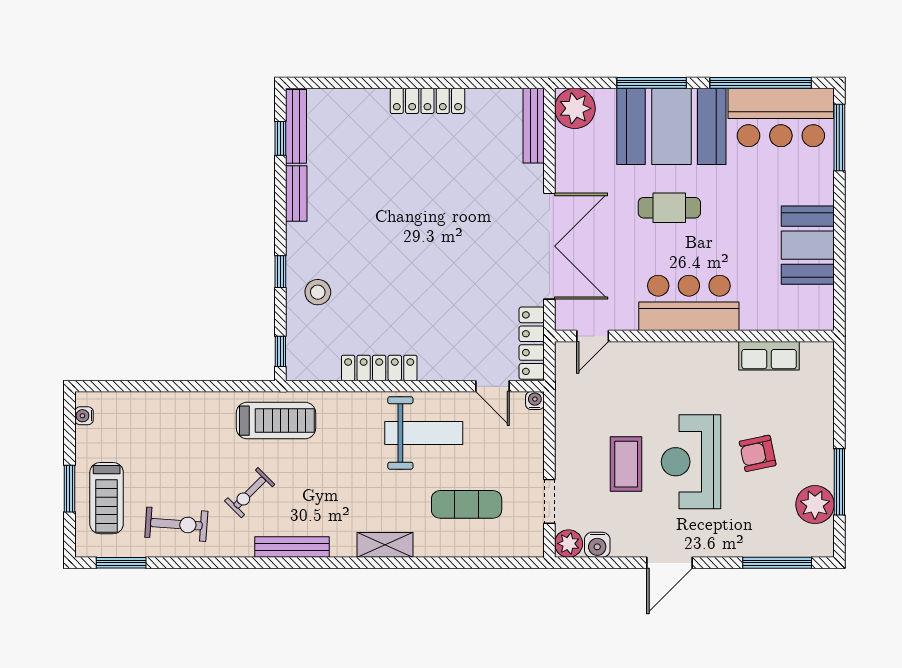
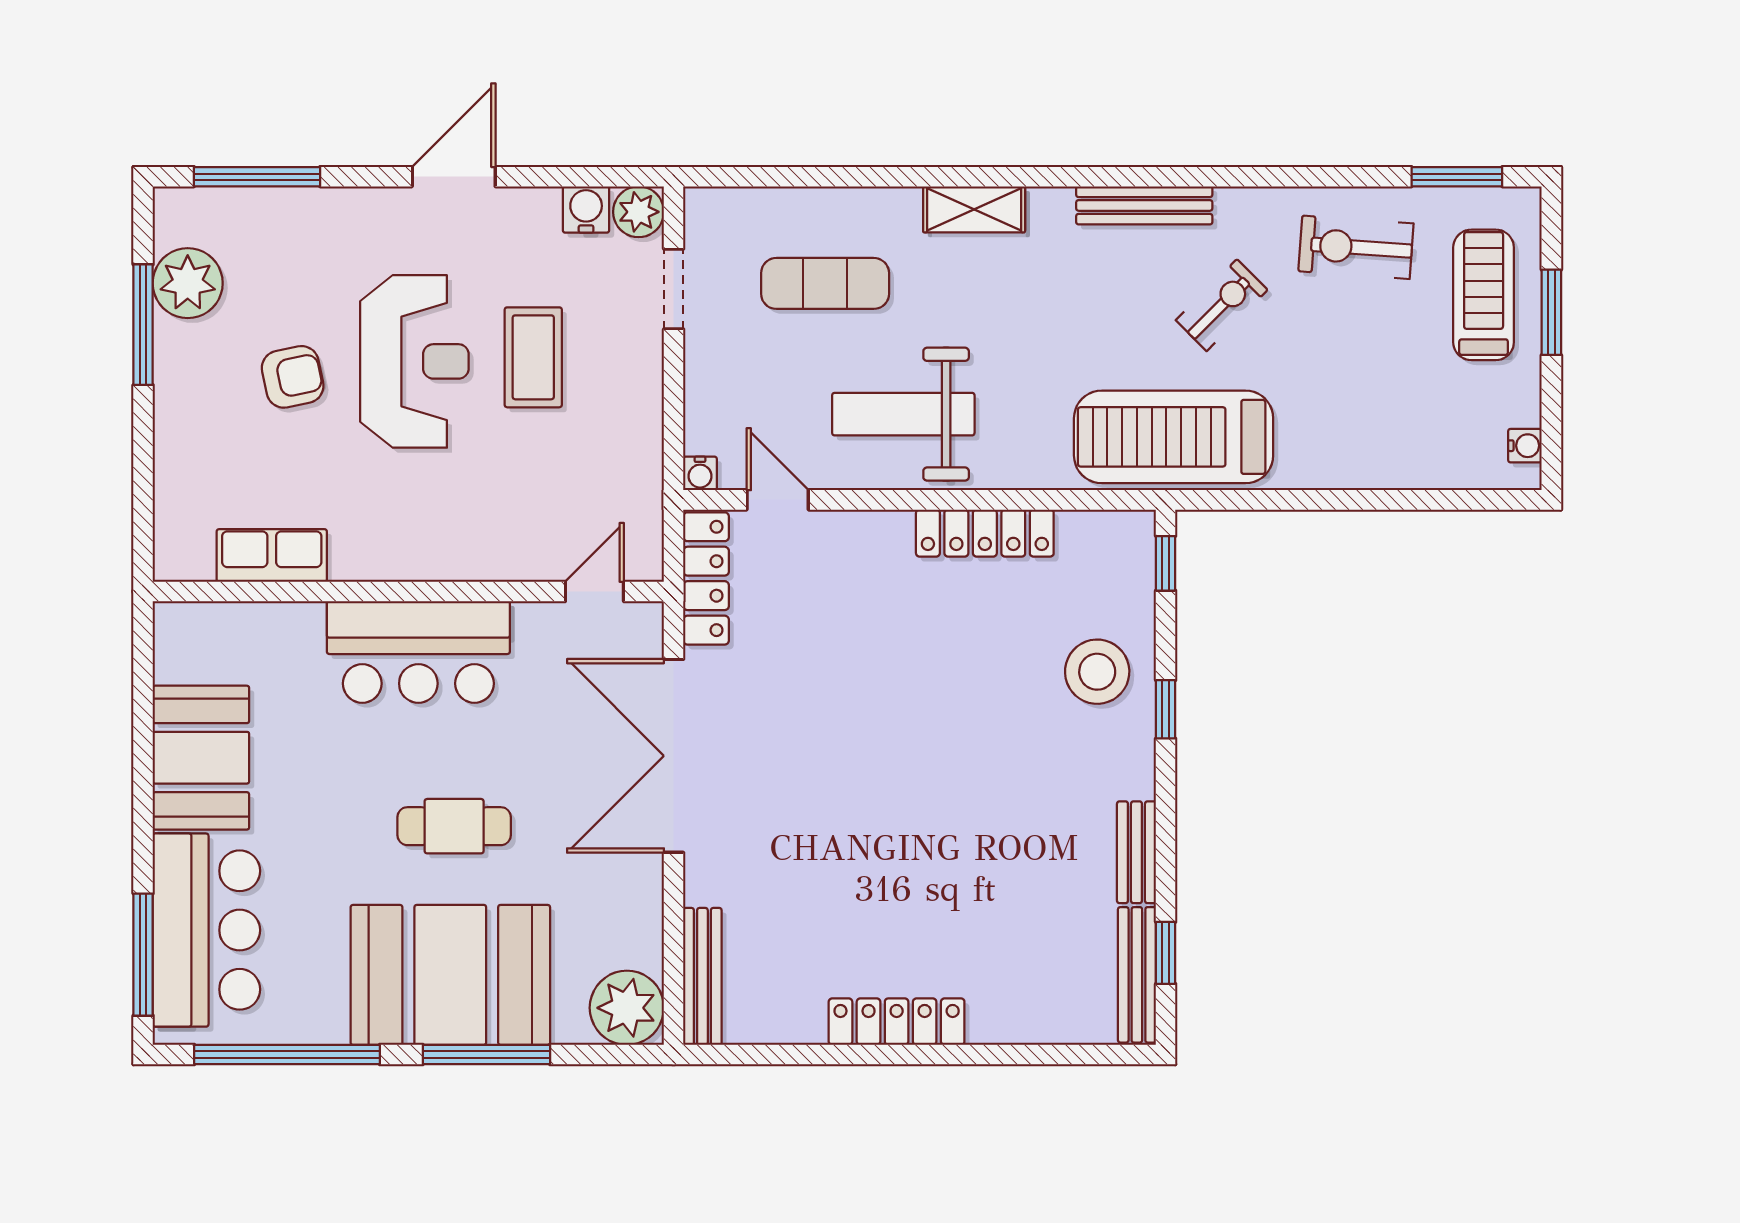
bar counter: (781, 117) -> (206, 930), moved, turned 90
stool: (318, 292) -> (1097, 672), width x1.38, depth x1.38
treadmill: (276, 421) -> (1174, 437), width x1.37, depth x1.38

